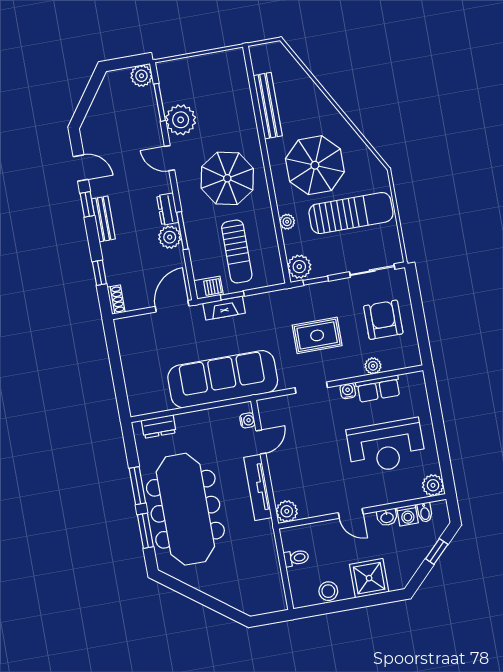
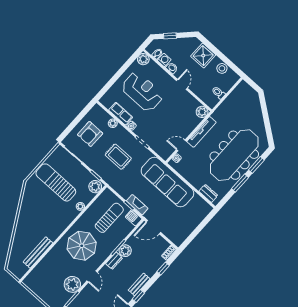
parasol: (315, 165) -> (48, 213), removed

